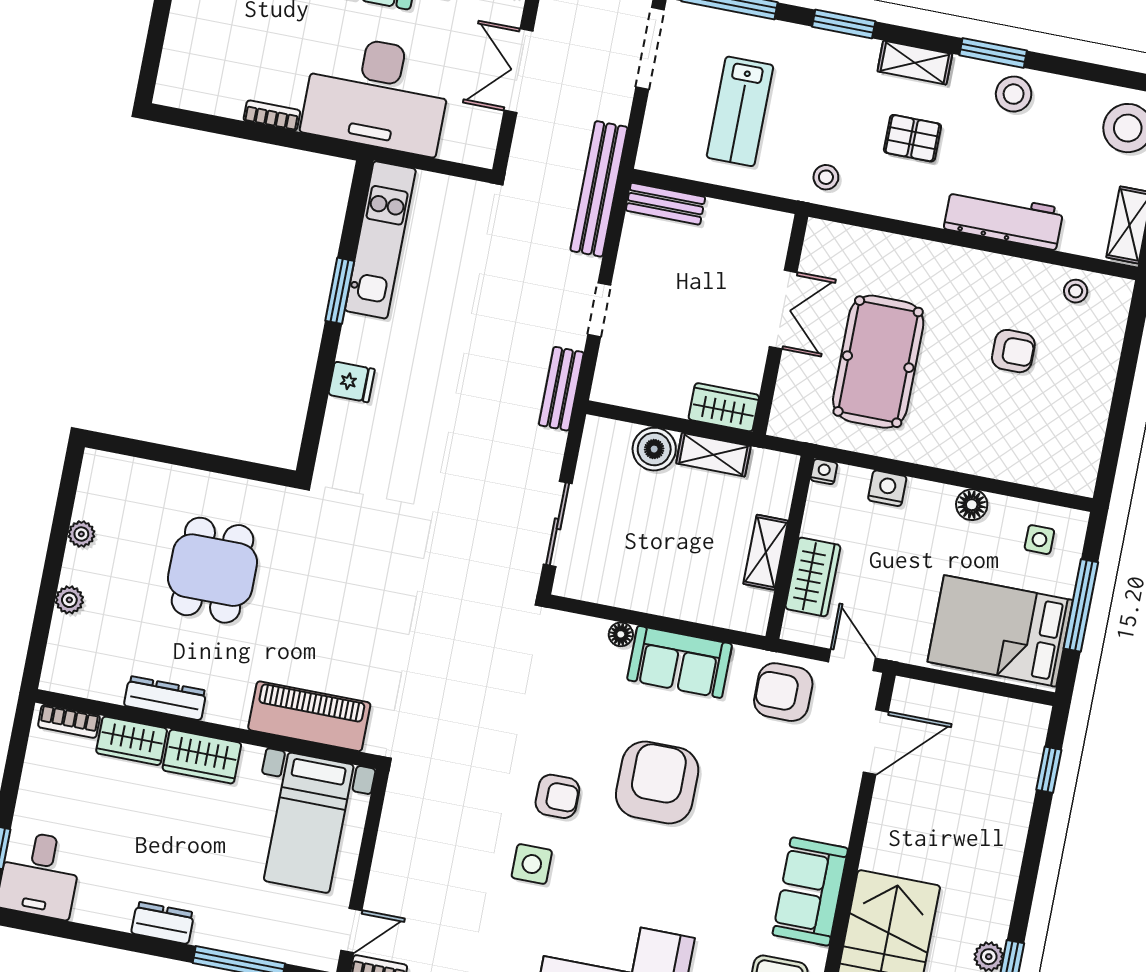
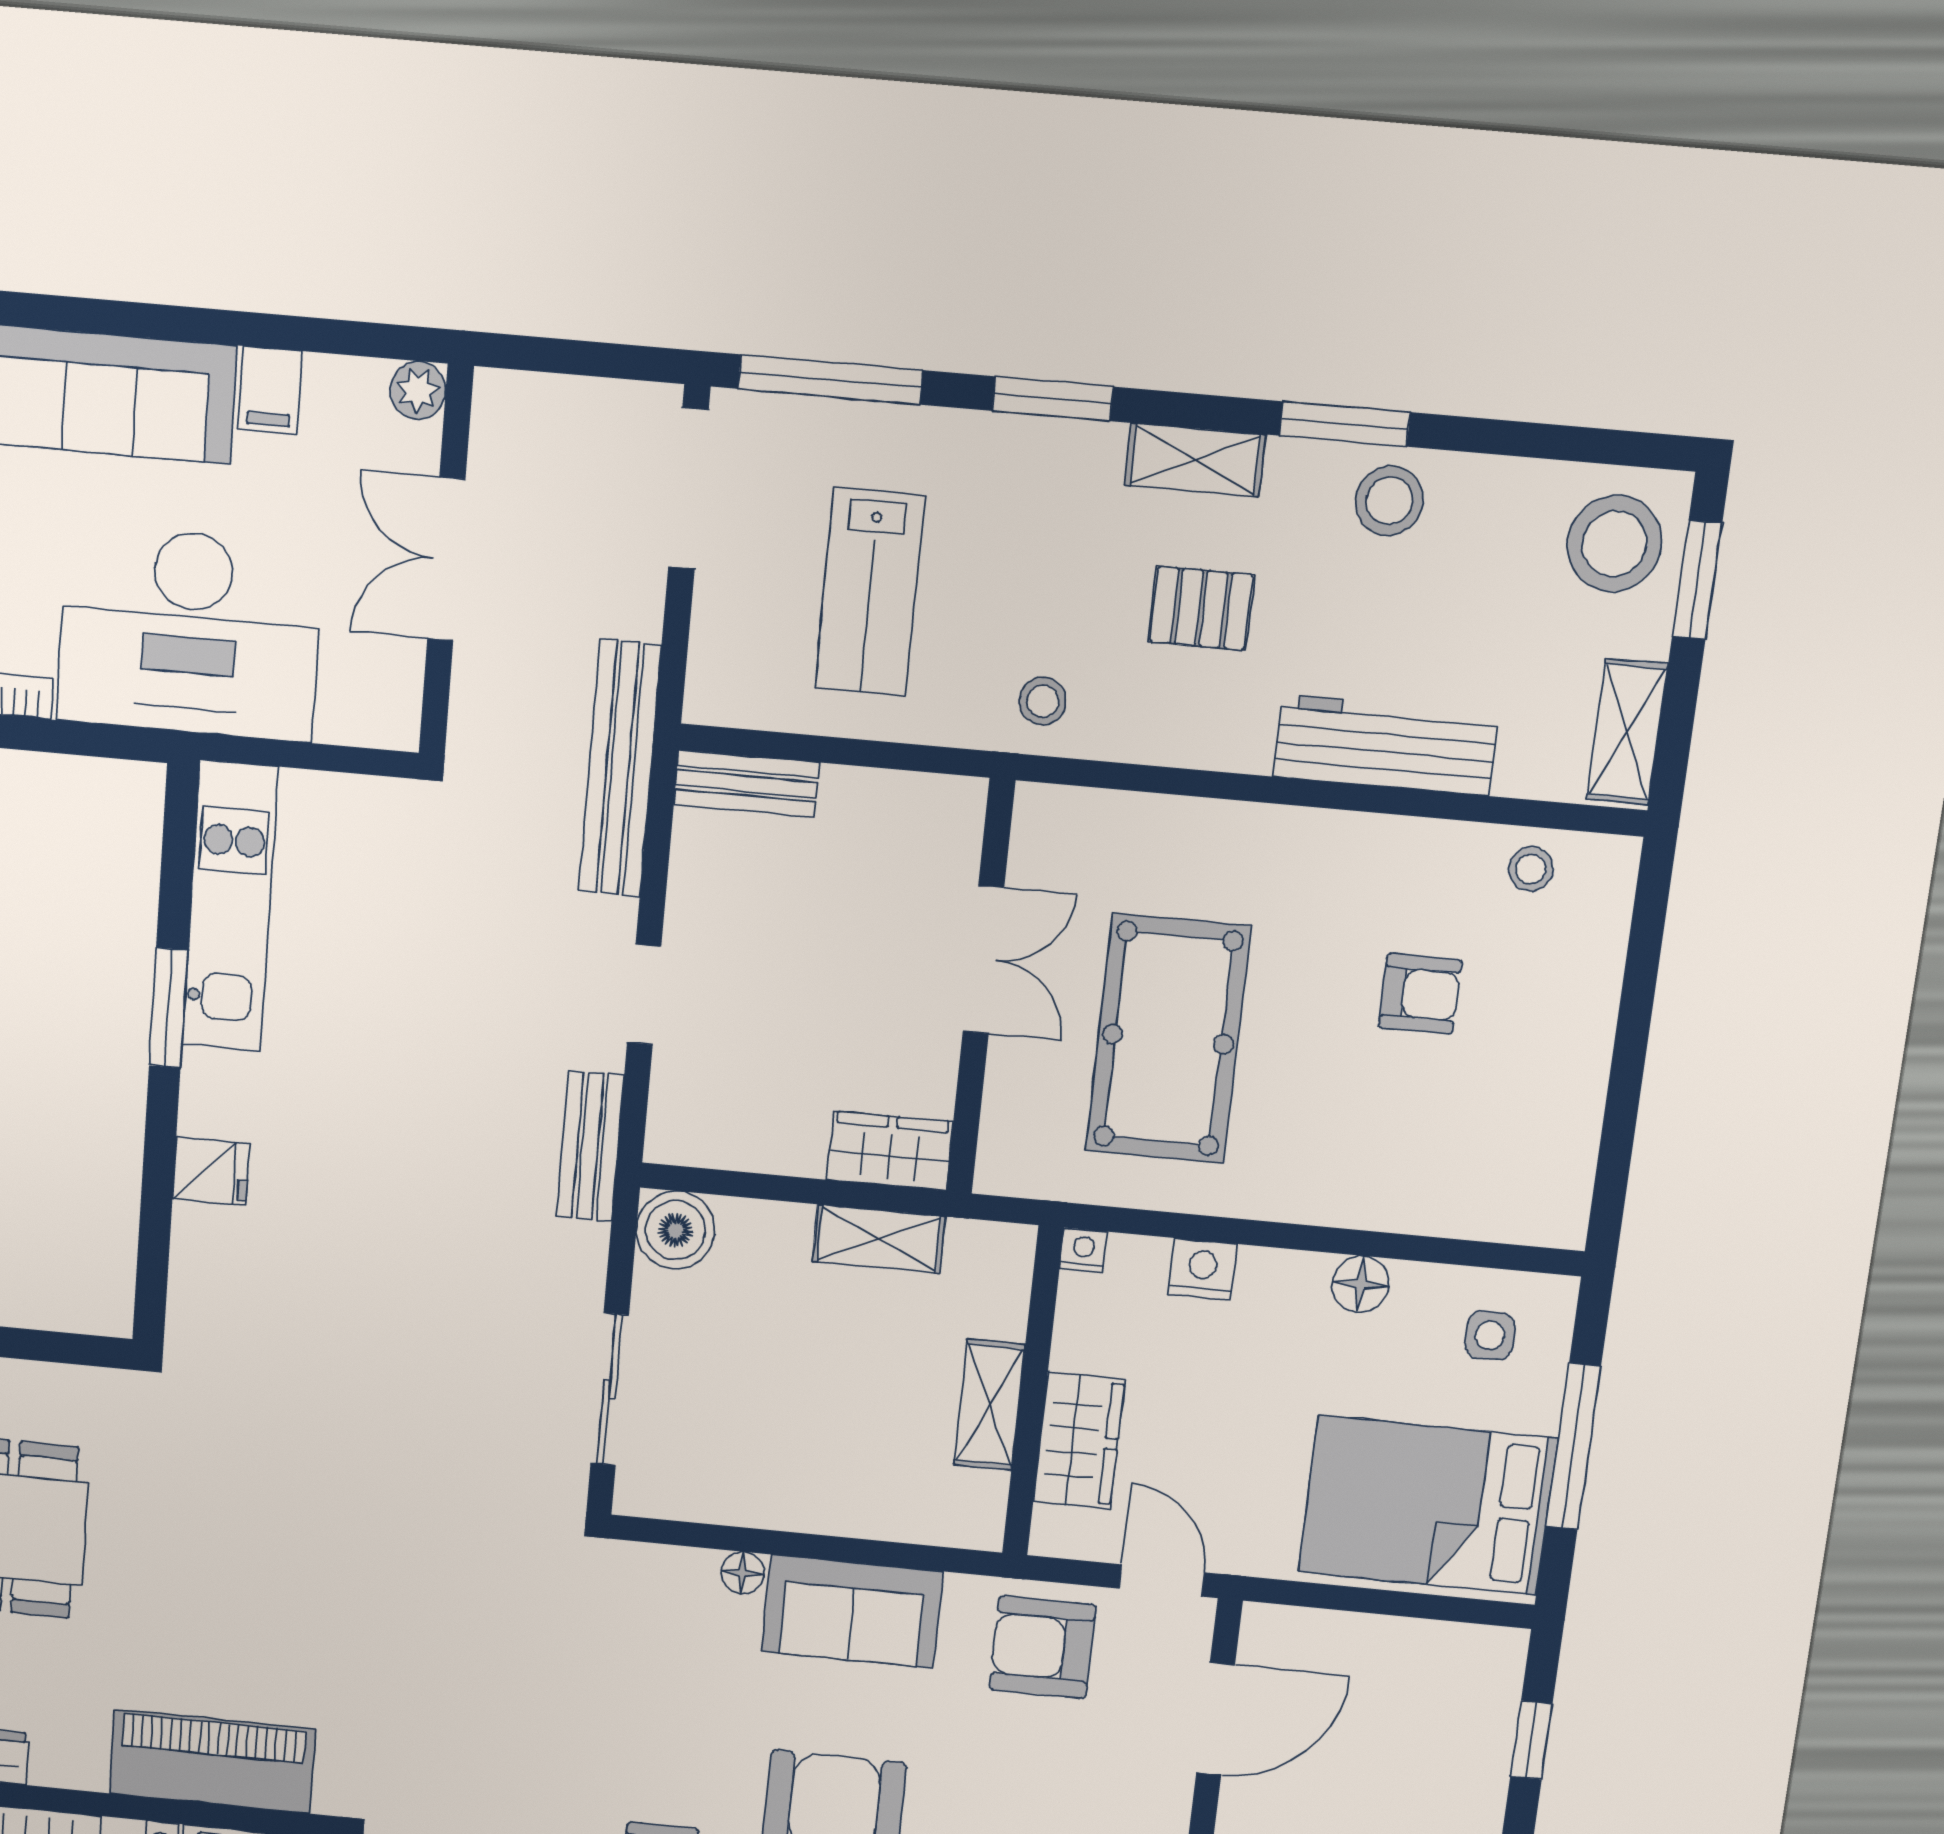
boiler: (654, 449) -> (676, 1230), moved

